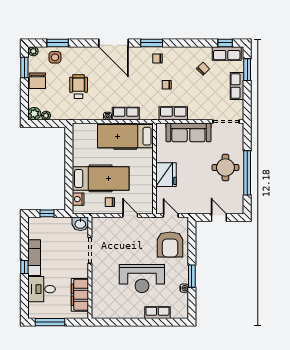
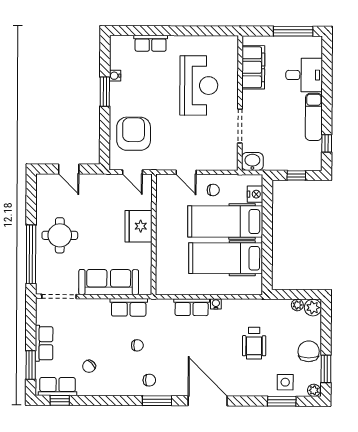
hospital bed: (125, 136) -> (226, 258), moved, turned 180
window: (247, 173) -> (31, 254), moved
window: (24, 267) -> (327, 143), moved
reception desk: (142, 278) -> (199, 85), moved, turned 90

